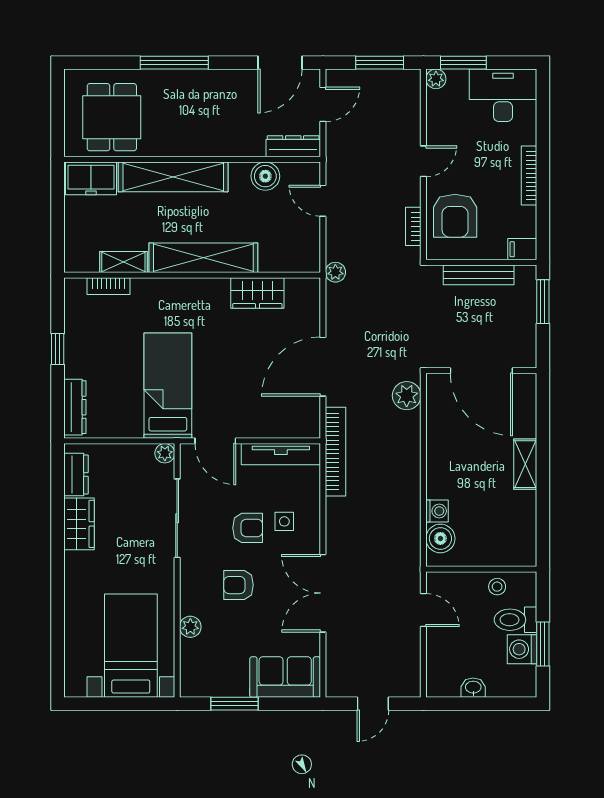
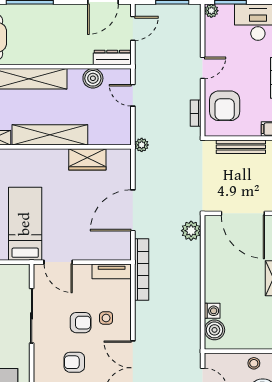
plant: (165, 453) -> (23, 271), removed
tv unit: (281, 454) -> (112, 271), width x0.71

